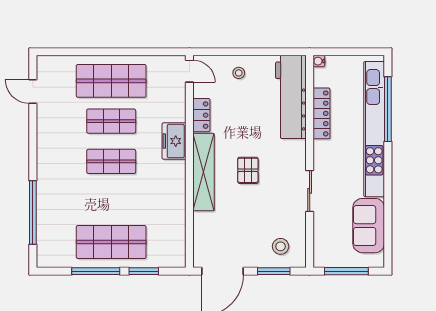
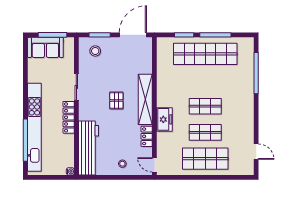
locker: (322, 113) -> (69, 117), moved
sofa: (369, 226) -> (45, 47), moved, turned 90
shop shelf: (111, 242) -> (205, 54), width x1.40

